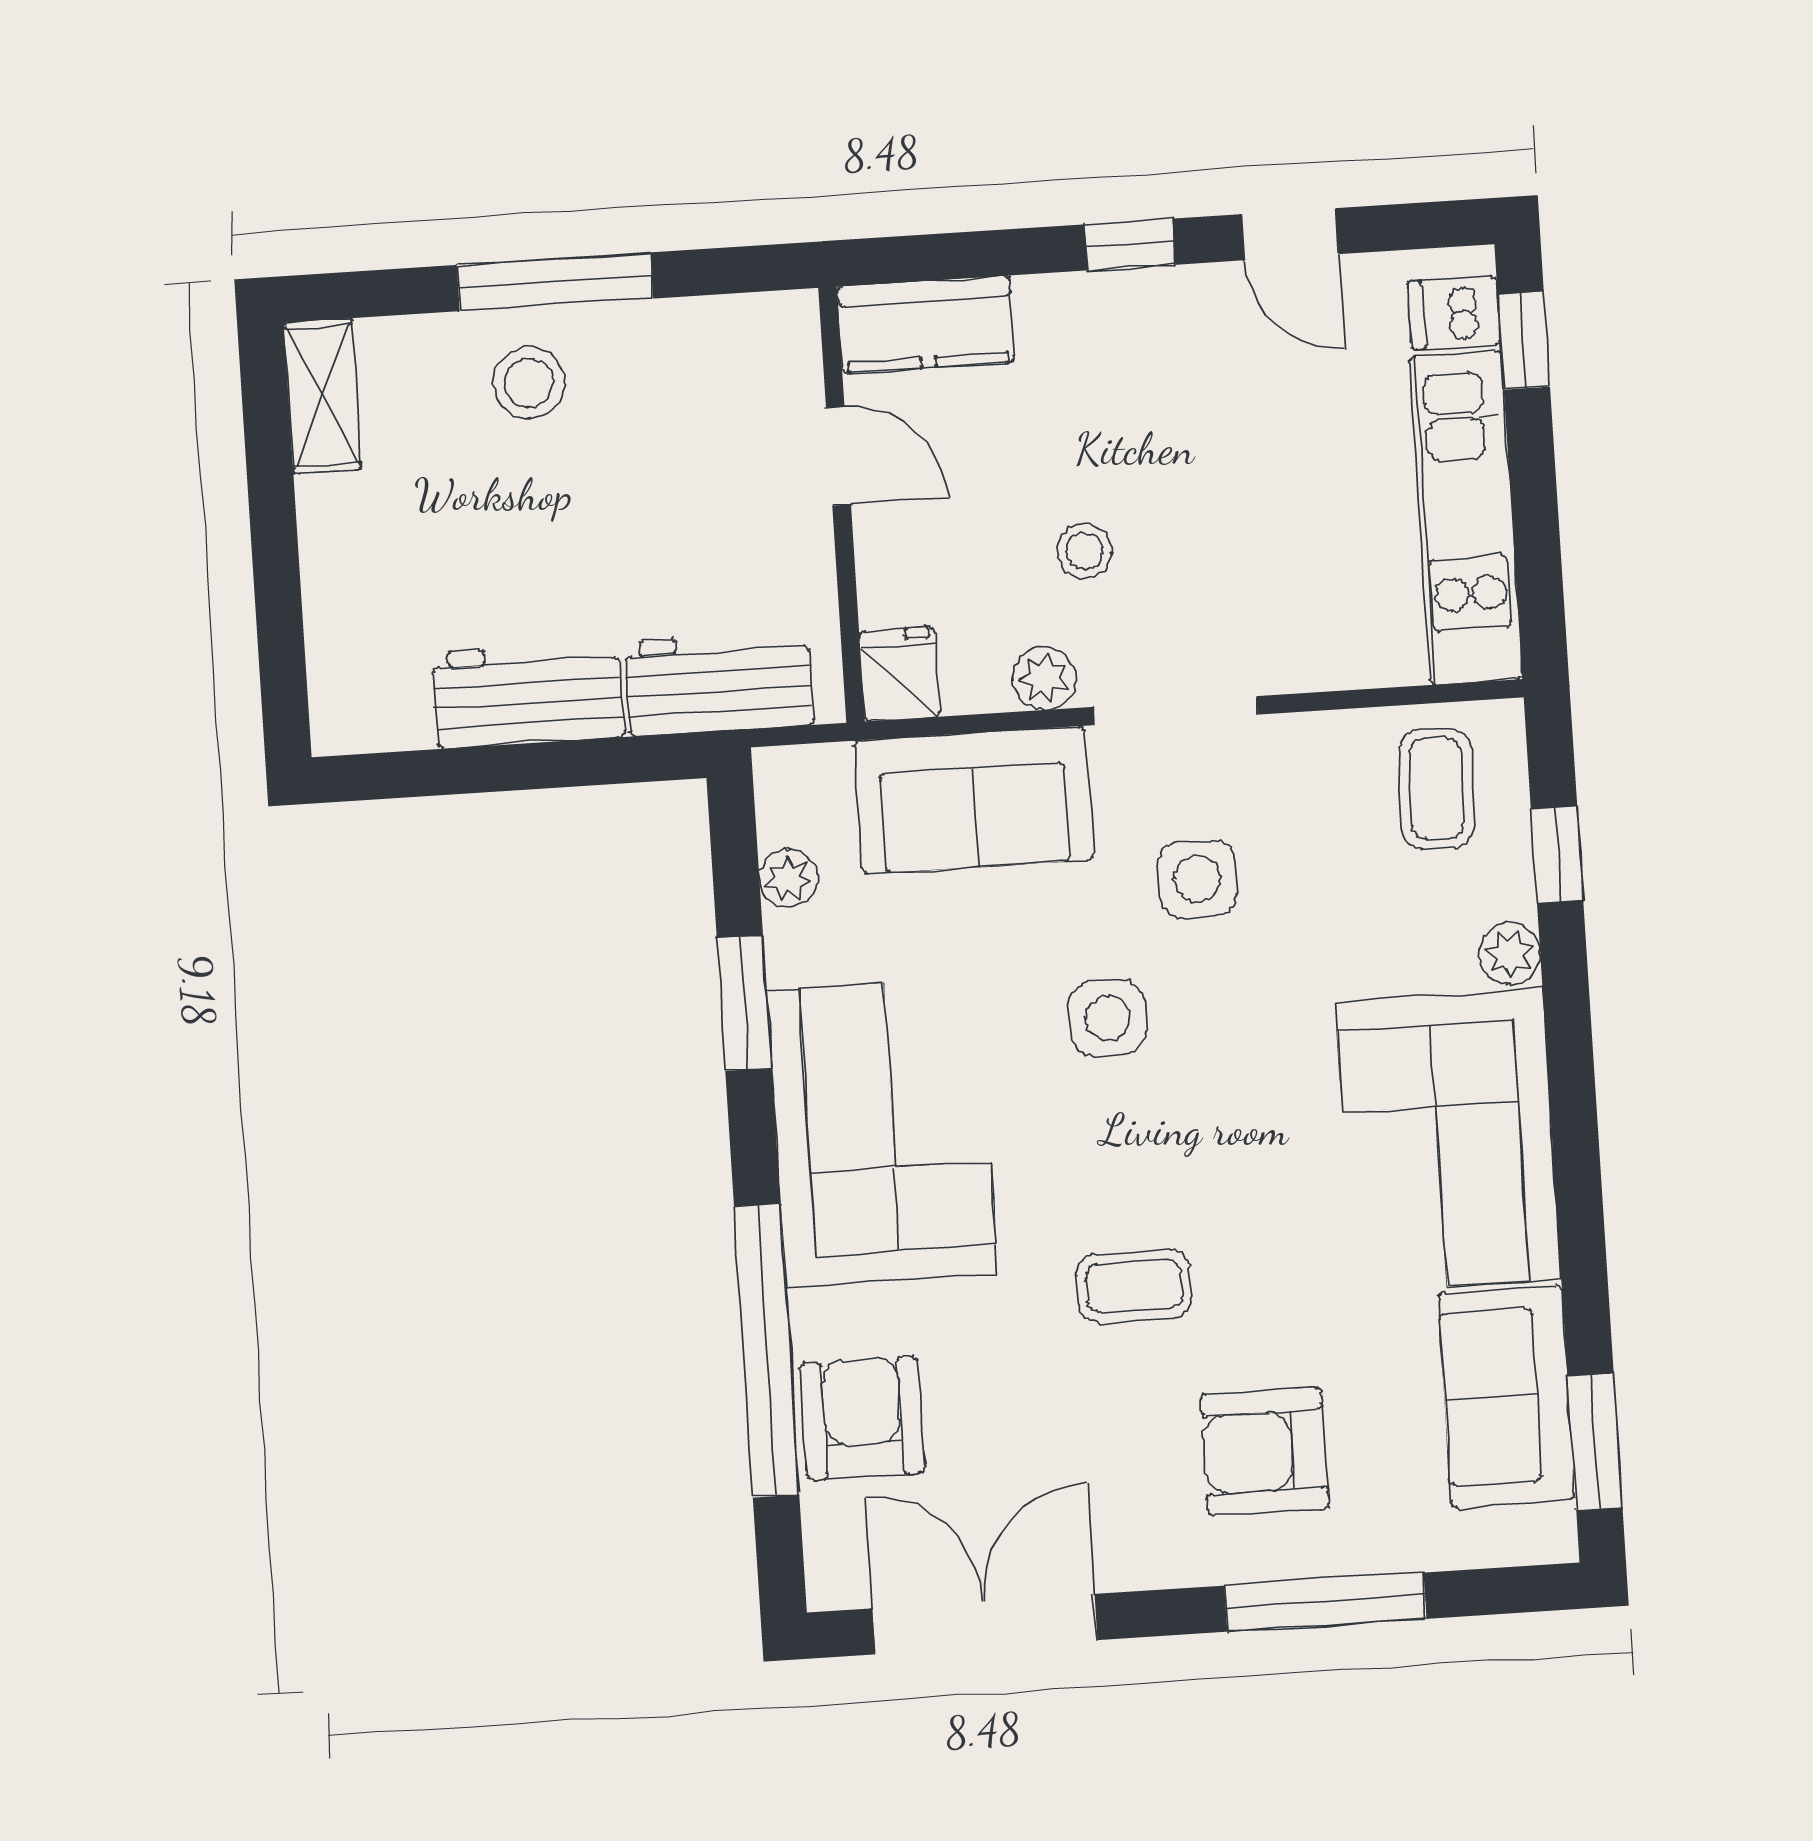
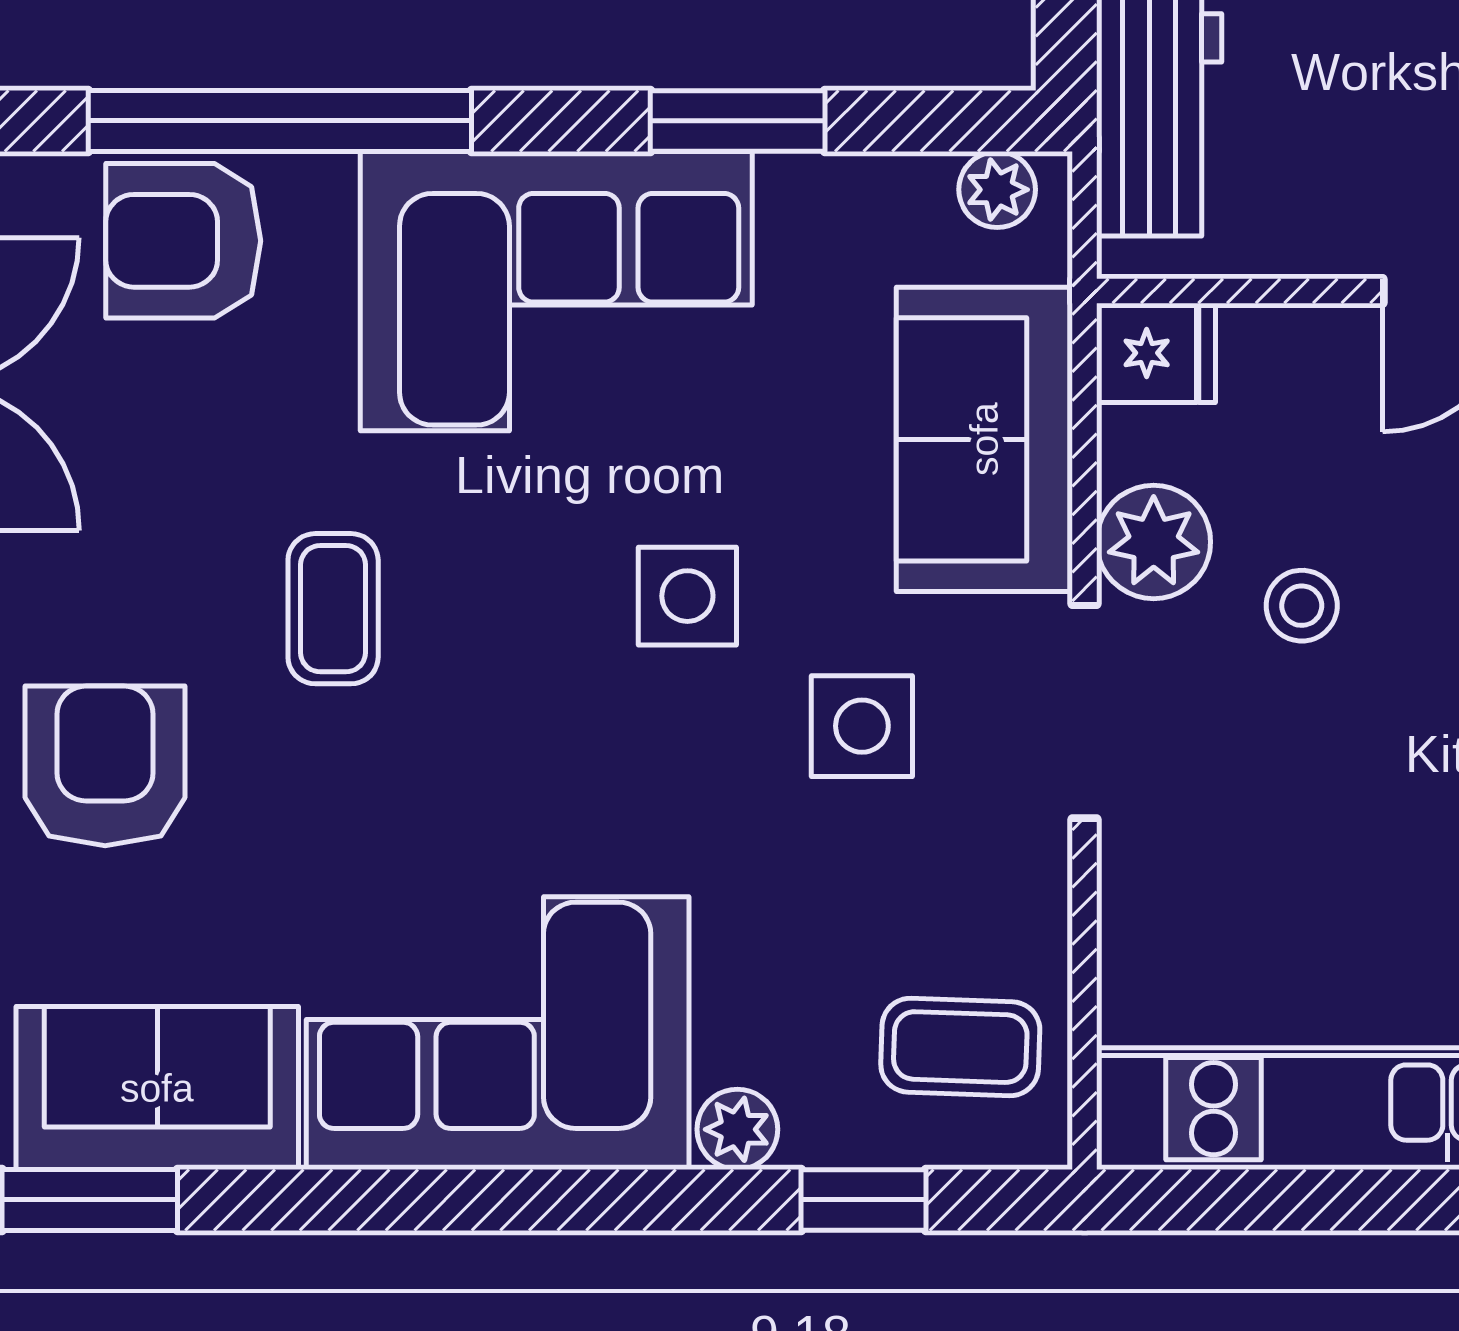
plant: (1044, 678) -> (1154, 542), width x1.38, depth x1.38
plant: (788, 878) -> (997, 190), moved
armchair: (862, 1418) -> (183, 241), turned 180

